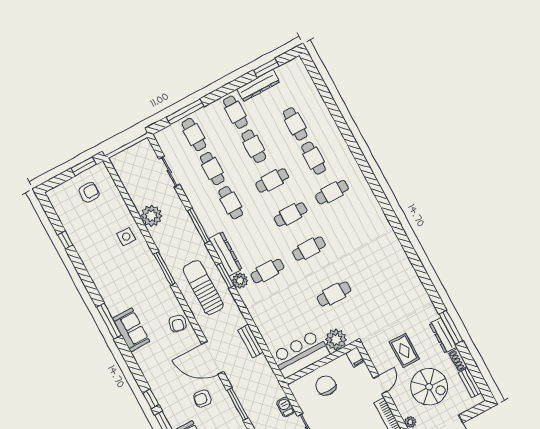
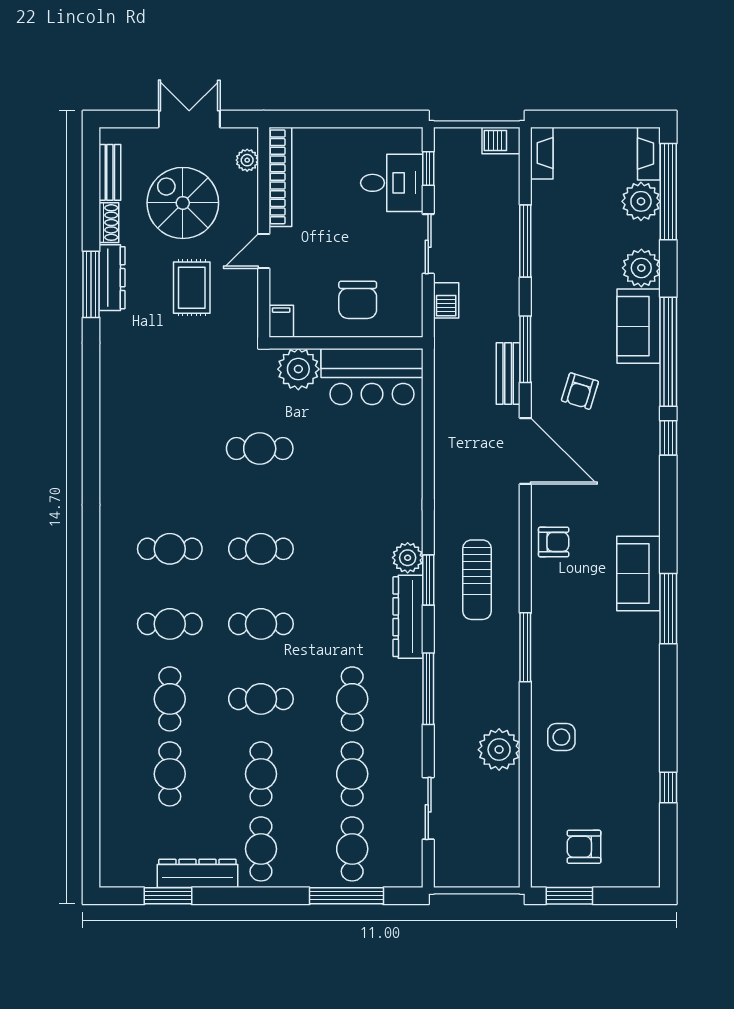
cafe table: (267, 271) -> (170, 549), moved
sun lounger: (203, 288) -> (477, 580), width x0.73, depth x0.75
armchair: (177, 323) -> (554, 542), turned 77
bench: (250, 341) -> (508, 373), moved
armchair: (202, 398) -> (580, 391), turned 100

